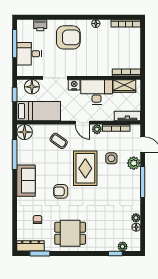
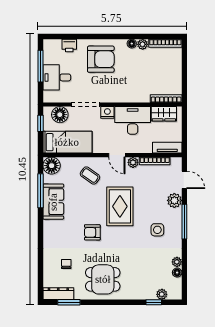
plant: (105, 24) -> (143, 44), added
side table: (111, 158) -> (157, 230), moved
sofa: (26, 181) -> (53, 202), moved

